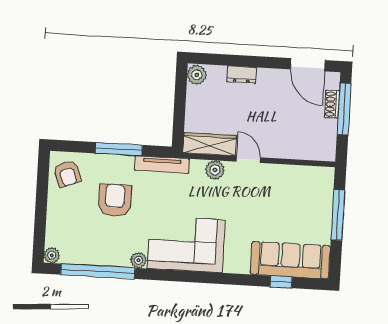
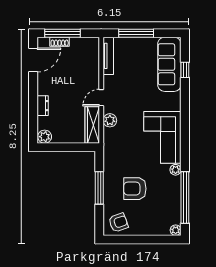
tv unit: (162, 165) -> (108, 56), moved

